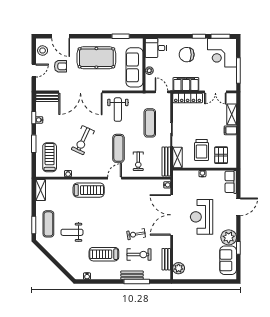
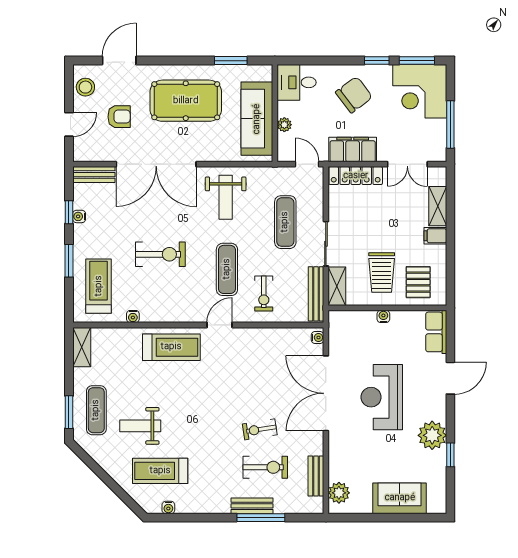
door: (61, 36) -> (119, 61), swing flipped
chair: (187, 55) -> (354, 95), turned 143
exercise bike: (83, 140) -> (160, 254), turned -115
treadmill: (104, 254) -> (160, 471), moved
sofa: (228, 260) -> (400, 498), moved, turned 90

